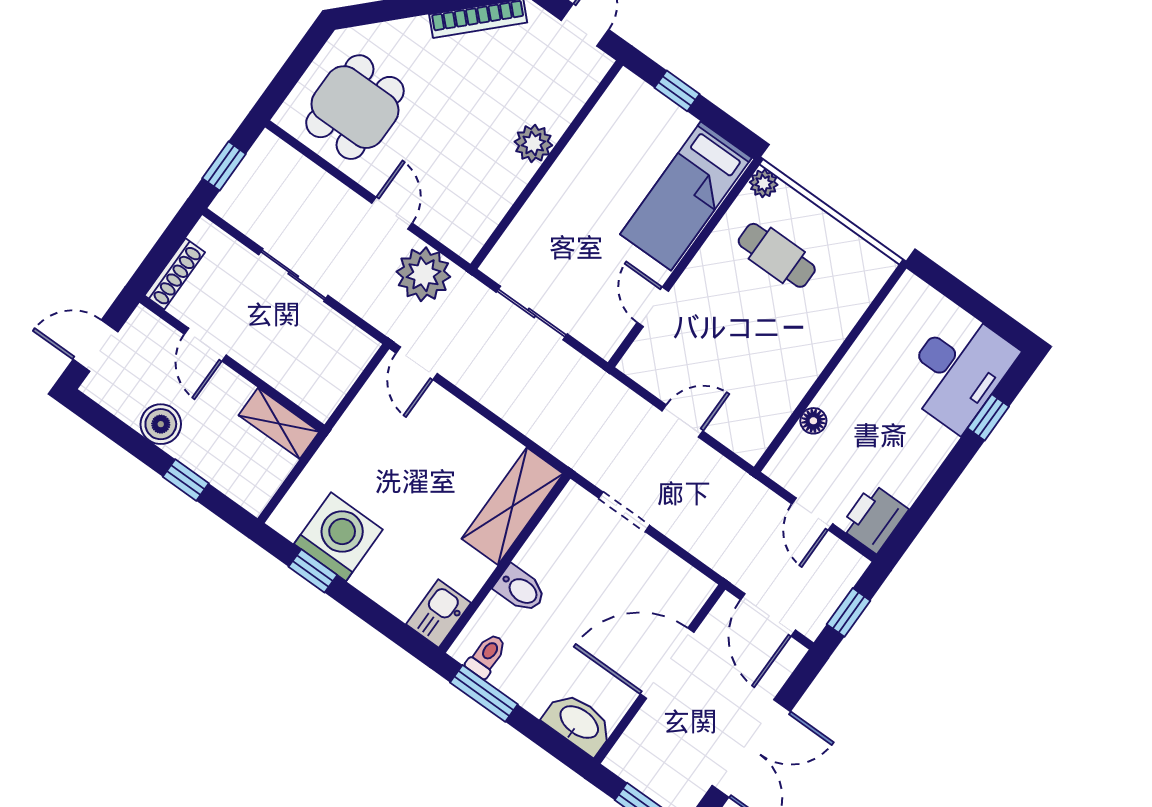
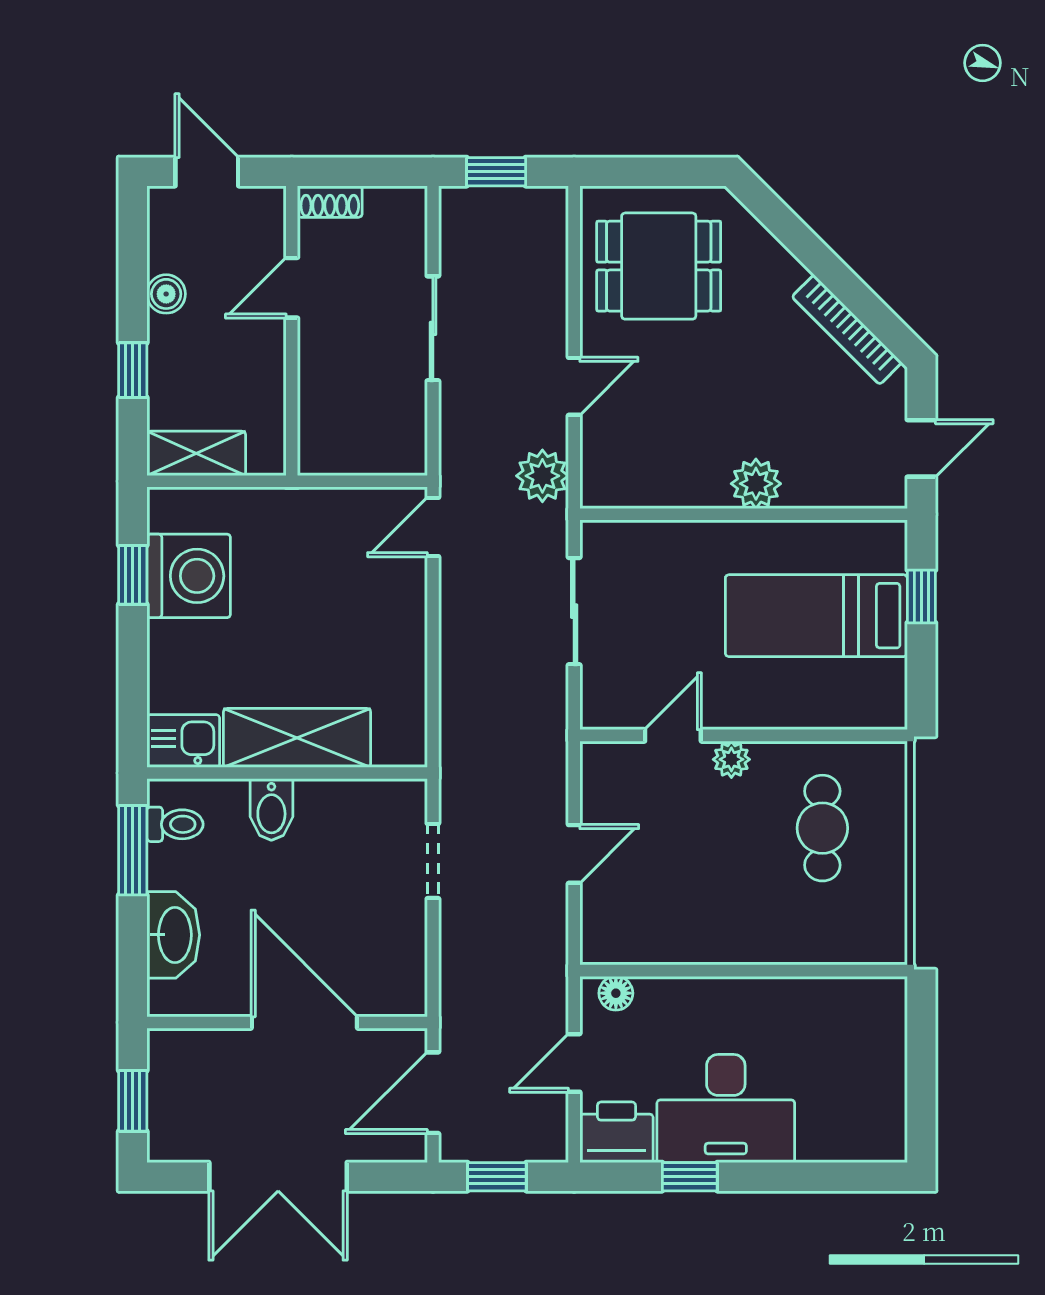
plant: (764, 183) -> (731, 759), moved
bed: (686, 196) -> (816, 616), moved
shoe rack: (175, 274) -> (330, 202), width x0.70
plant: (423, 274) -> (542, 476), width x0.73, depth x0.73
desk: (958, 370) -> (726, 1108), moved
window: (988, 417) -> (690, 1177), moved
door: (682, 421) -> (574, 854), hinge flipped
floor lamp: (813, 421) -> (616, 993), moved
shelving: (279, 423) -> (196, 453), moved, turned 90
boiler: (161, 424) -> (166, 294), width x0.73, depth x0.73
shelving: (512, 506) -> (297, 738), moved
washbasin: (578, 723) -> (173, 935), moved

